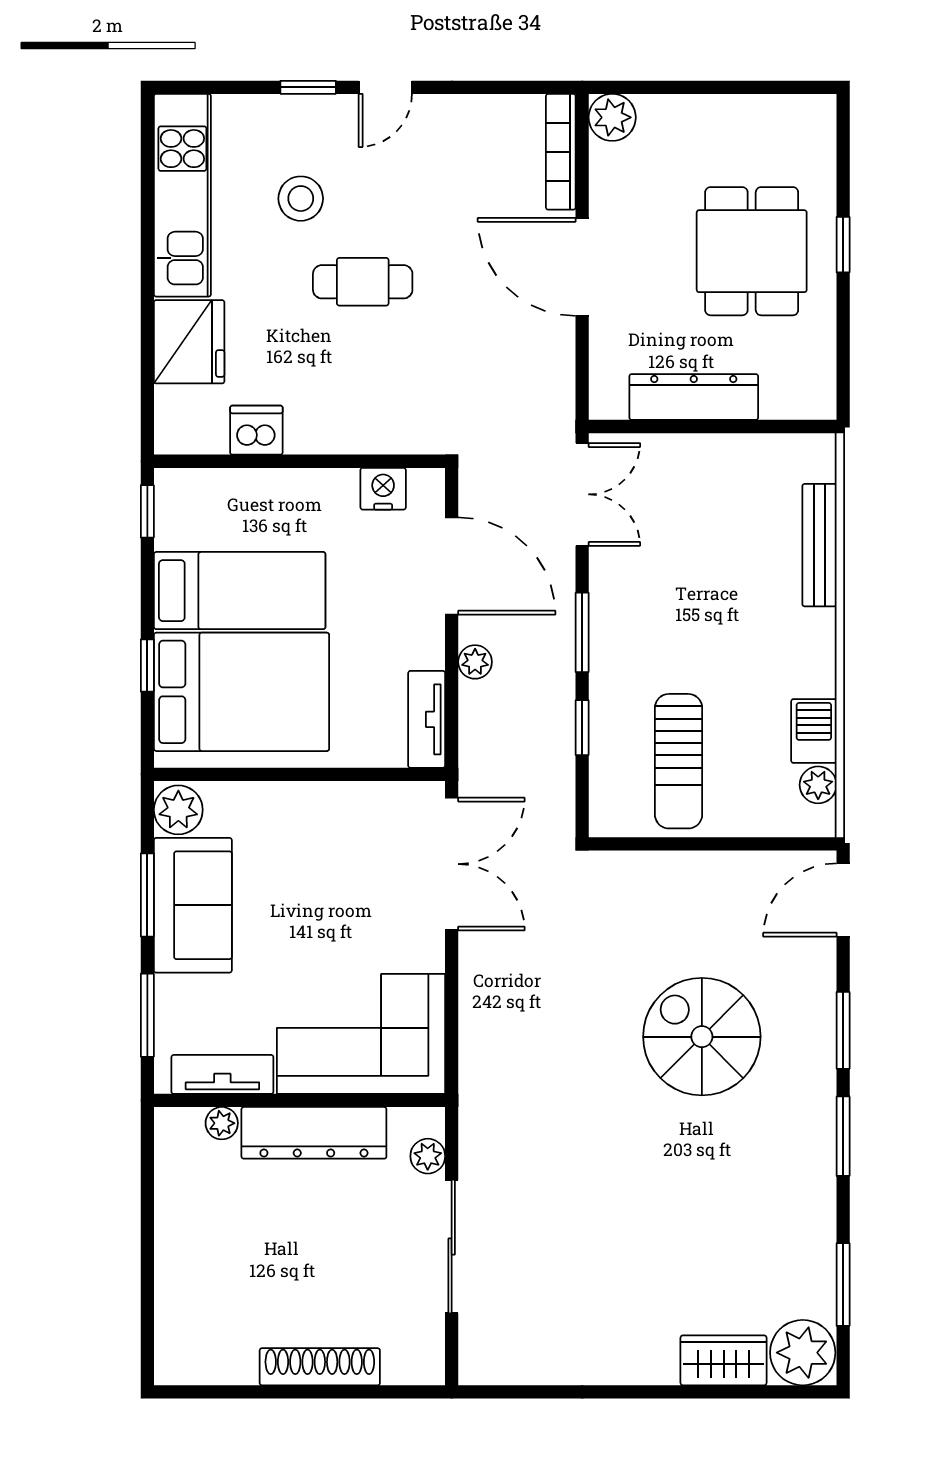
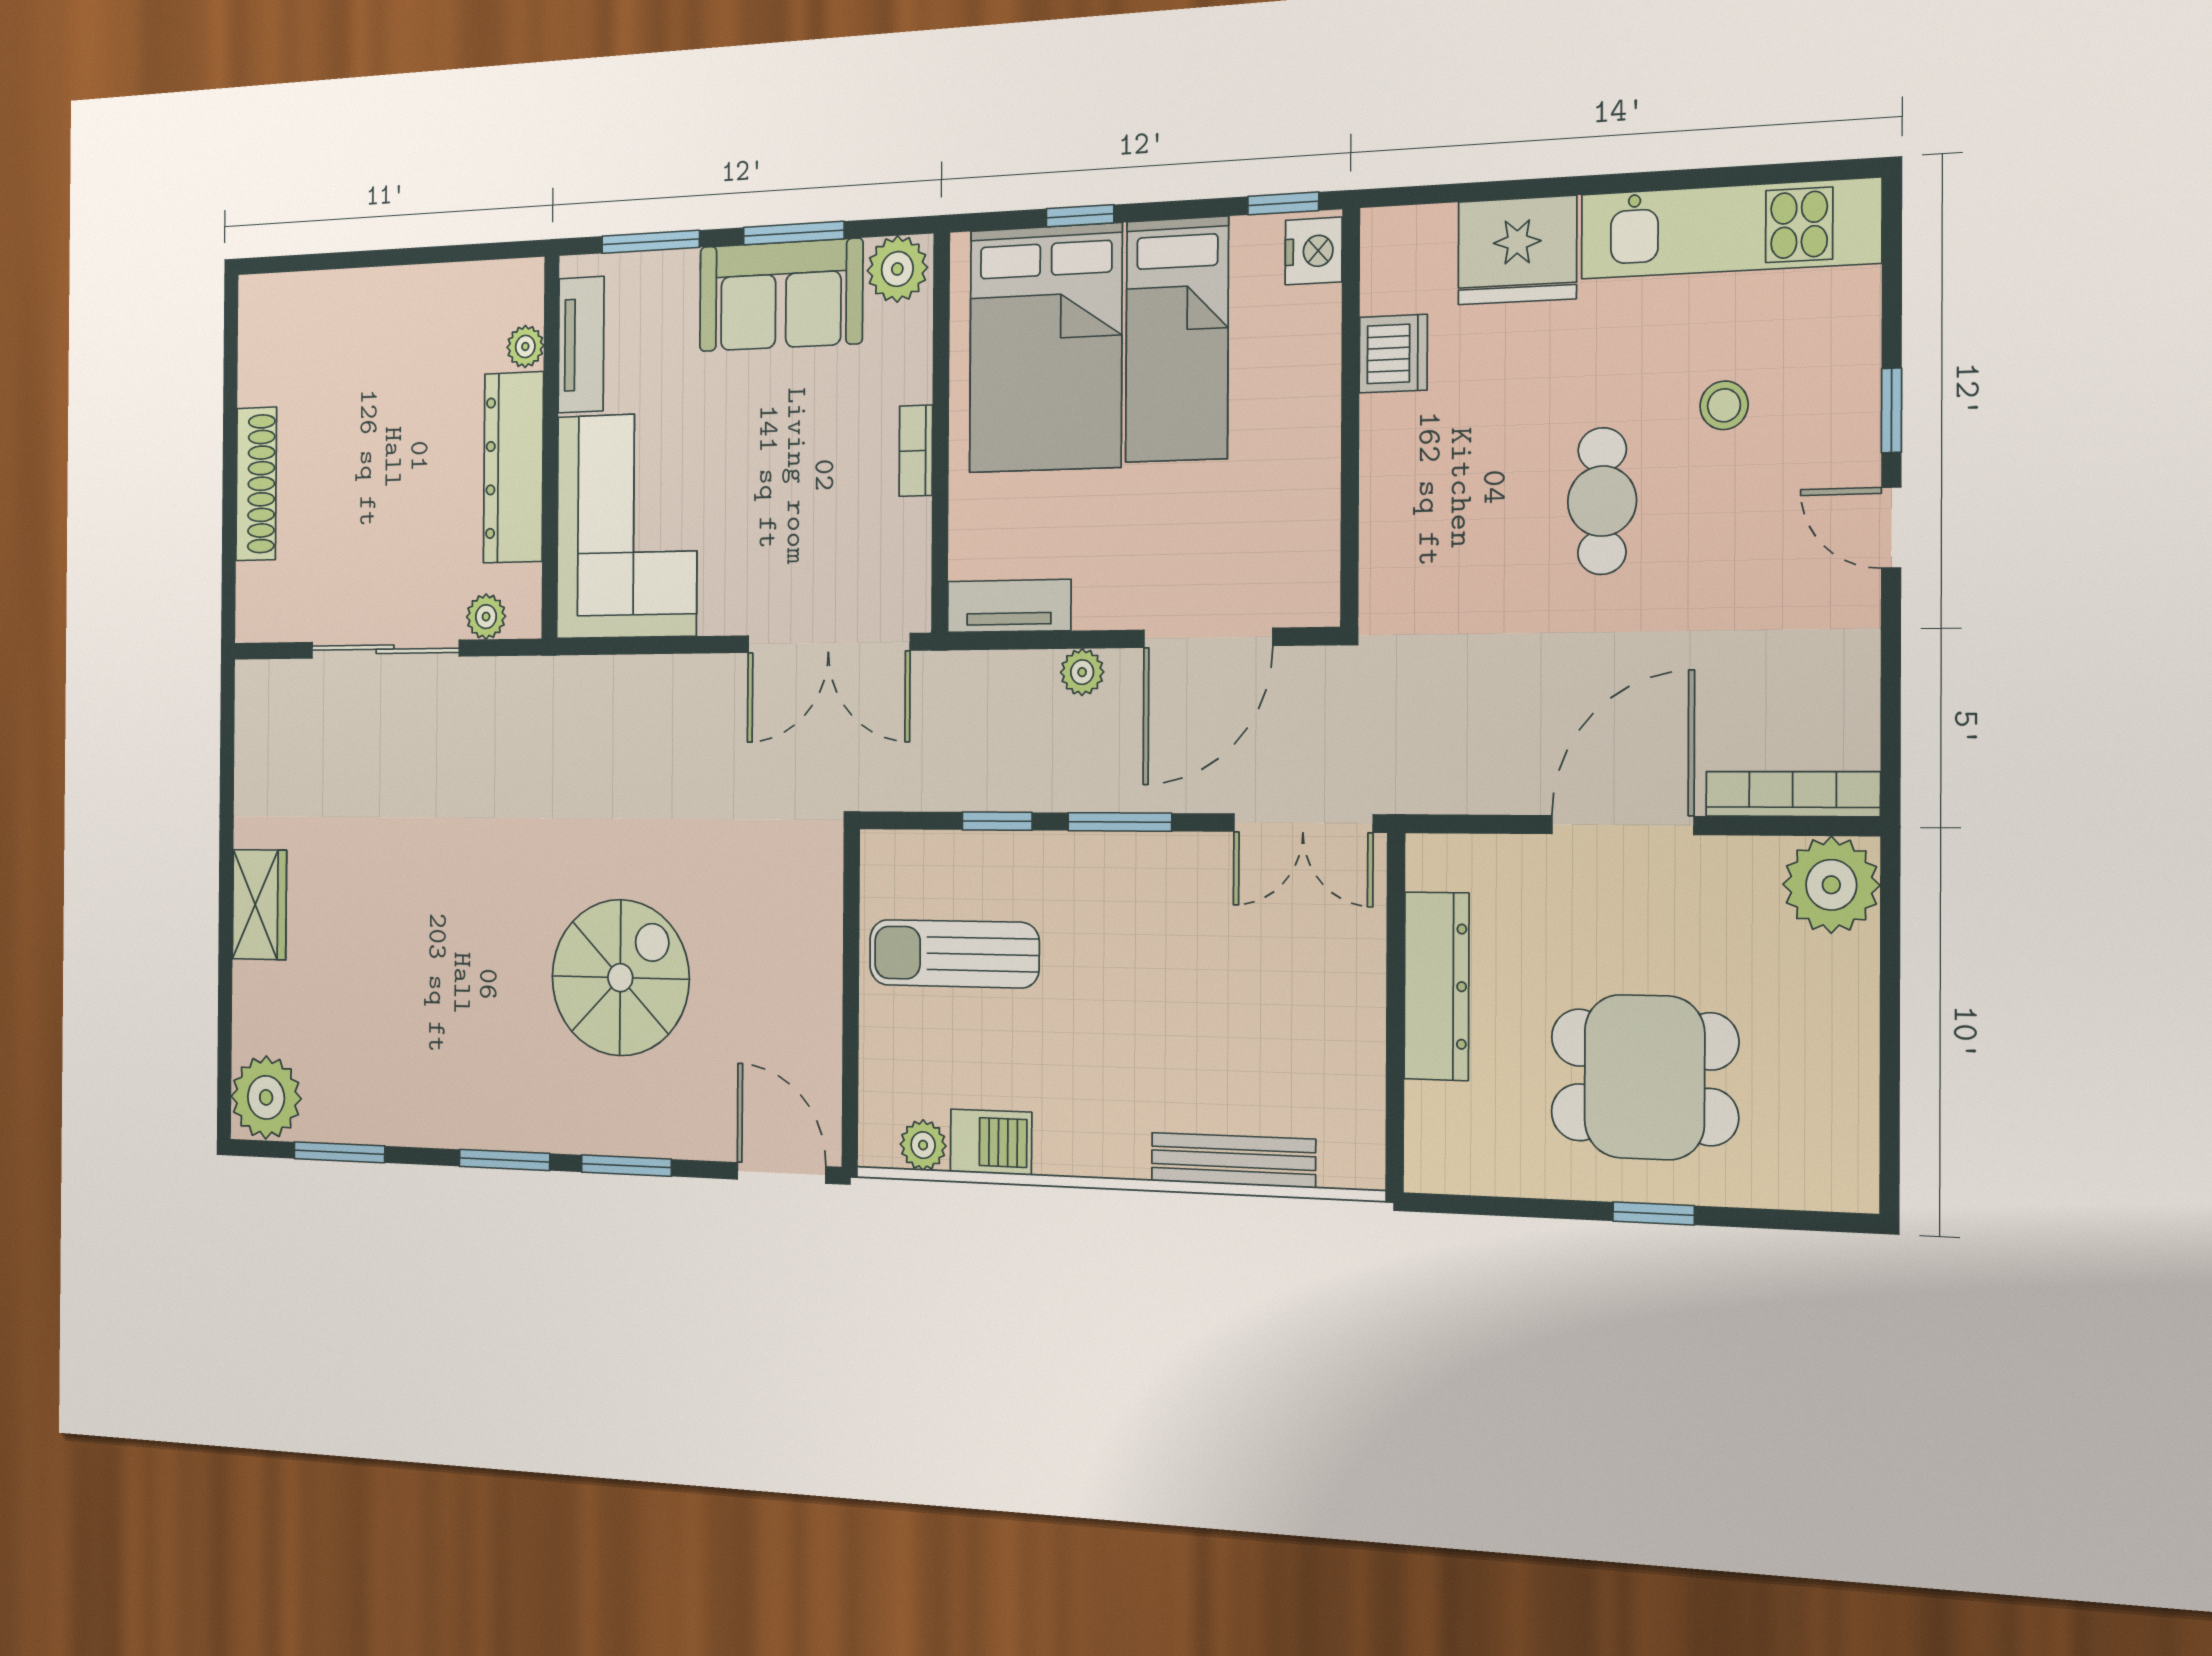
plant: (612, 117) -> (1831, 885), width x1.36, depth x1.36
stool: (301, 199) -> (1724, 405), width x0.73, depth x0.73
nightstand: (383, 489) -> (1314, 251), moved
bookcase: (312, 794) -> (916, 451), added
wardrobe: (724, 1360) -> (259, 905), moved

